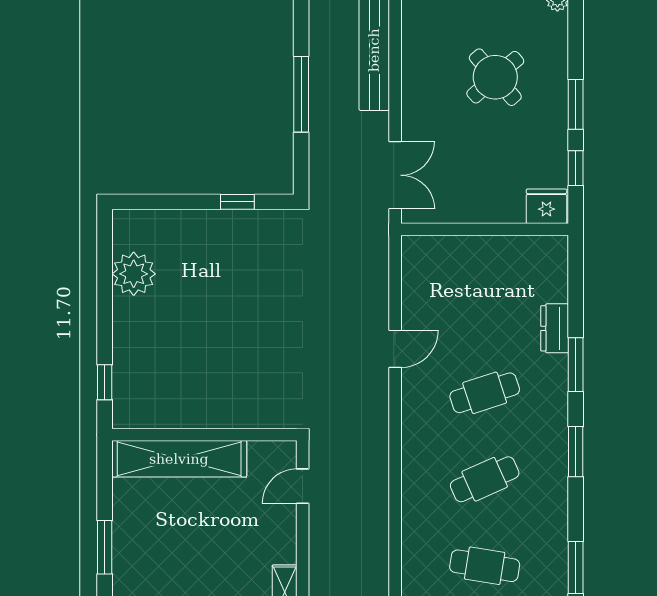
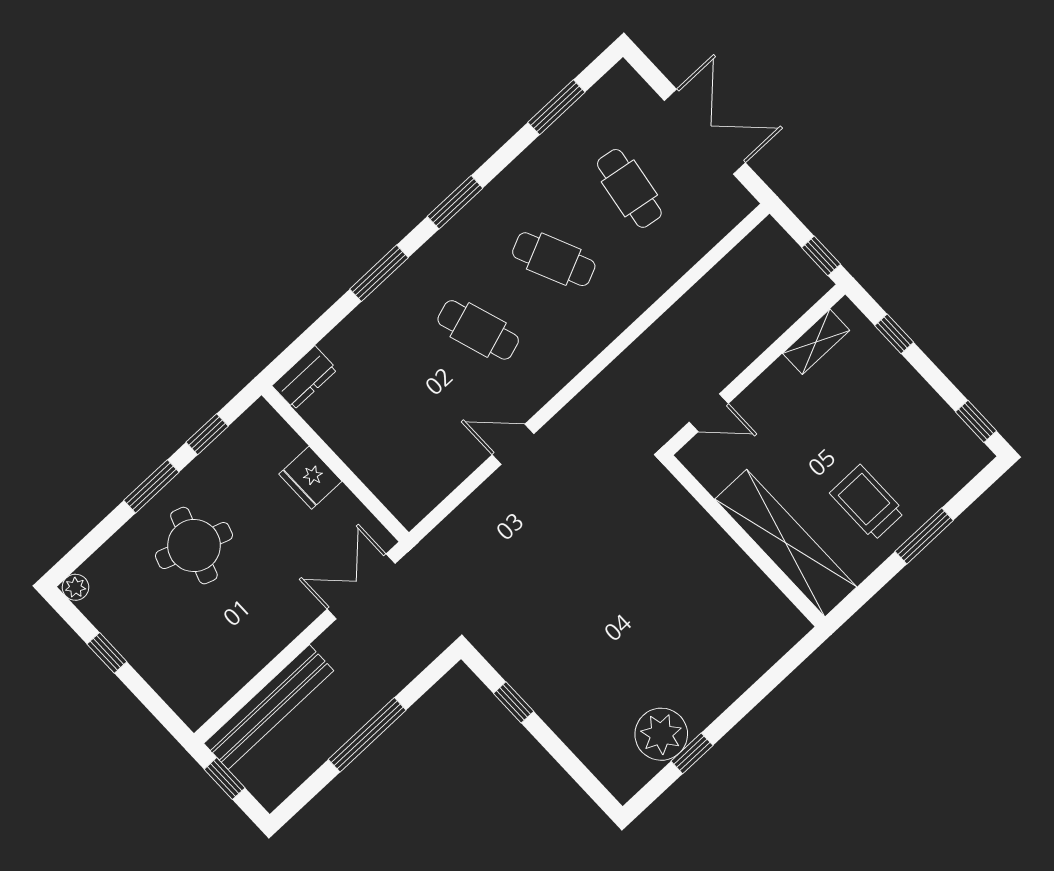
round table: (495, 77) -> (194, 546), moved, turned -30
fridge: (546, 206) -> (310, 478), moved
dresser: (555, 328) -> (305, 378), moved
window: (105, 382) -> (692, 753), moved
trolley: (157, 532) -> (867, 503), added

